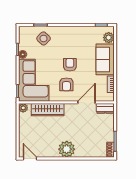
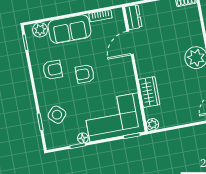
armchair: (66, 84) -> (52, 70), moved
door: (87, 102) -> (130, 43), hinge flipped
wardrobe: (48, 110) -> (149, 92), width x0.67

